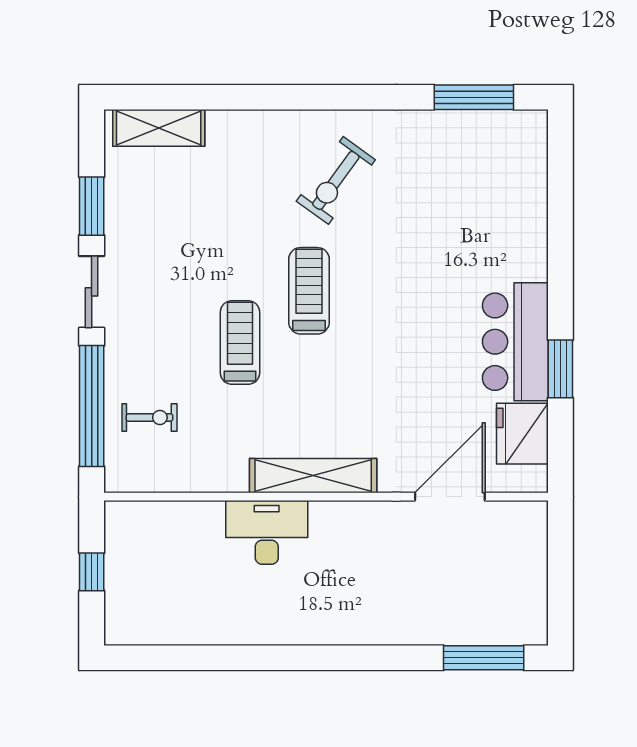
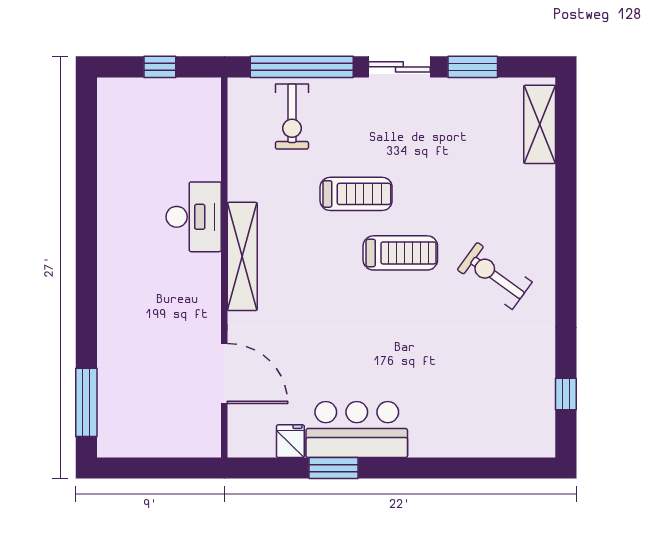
window: (474, 97) -> (566, 394), width x0.46
exercise bike: (150, 417) -> (292, 117), width x1.38, depth x1.39
fridge: (522, 434) -> (290, 441), width x0.53, depth x0.75

